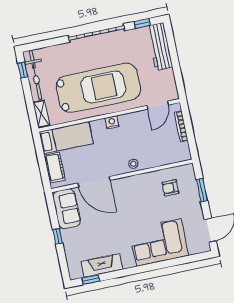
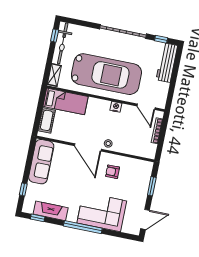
door: (158, 105) -> (146, 107), hinge flipped
nightstand: (112, 122) -> (116, 107), moved
door: (94, 182) -> (88, 147), moved
armchair: (170, 188) -> (113, 172), moved
sofa: (67, 209) -> (41, 162), width x1.36
window: (58, 236) -> (23, 189), moved
window: (145, 268) -> (83, 227), added

